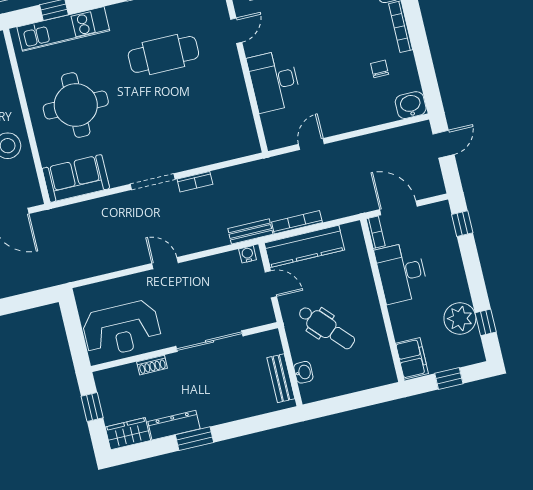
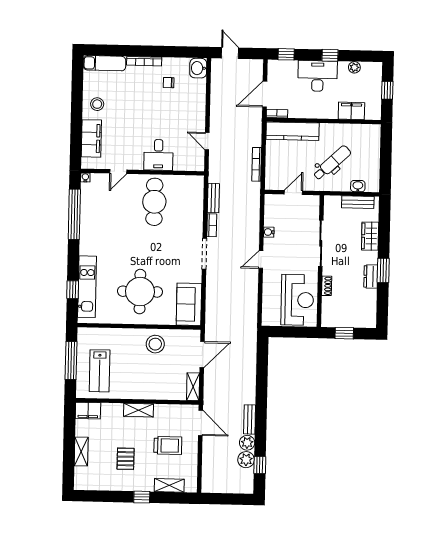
door: (236, 31) -> (118, 172), swing flipped
cafe table: (163, 54) -> (154, 202), moved
desk: (274, 81) -> (158, 155), width x0.73
bench: (250, 231) -> (213, 198), moved
kitchen counter: (304, 246) -> (293, 131), moved, turned 90
water cooler: (248, 254) -> (269, 232), moved
desk: (402, 273) -> (318, 76), moved, turned 180
plant: (460, 318) -> (354, 67), width x0.53, depth x0.53
window: (486, 322) -> (330, 55), moved
filing cabinet: (412, 358) -> (351, 111), moved
dresser: (174, 425) -> (371, 277), width x0.70
wardrobe: (128, 434) -> (370, 236), moved

